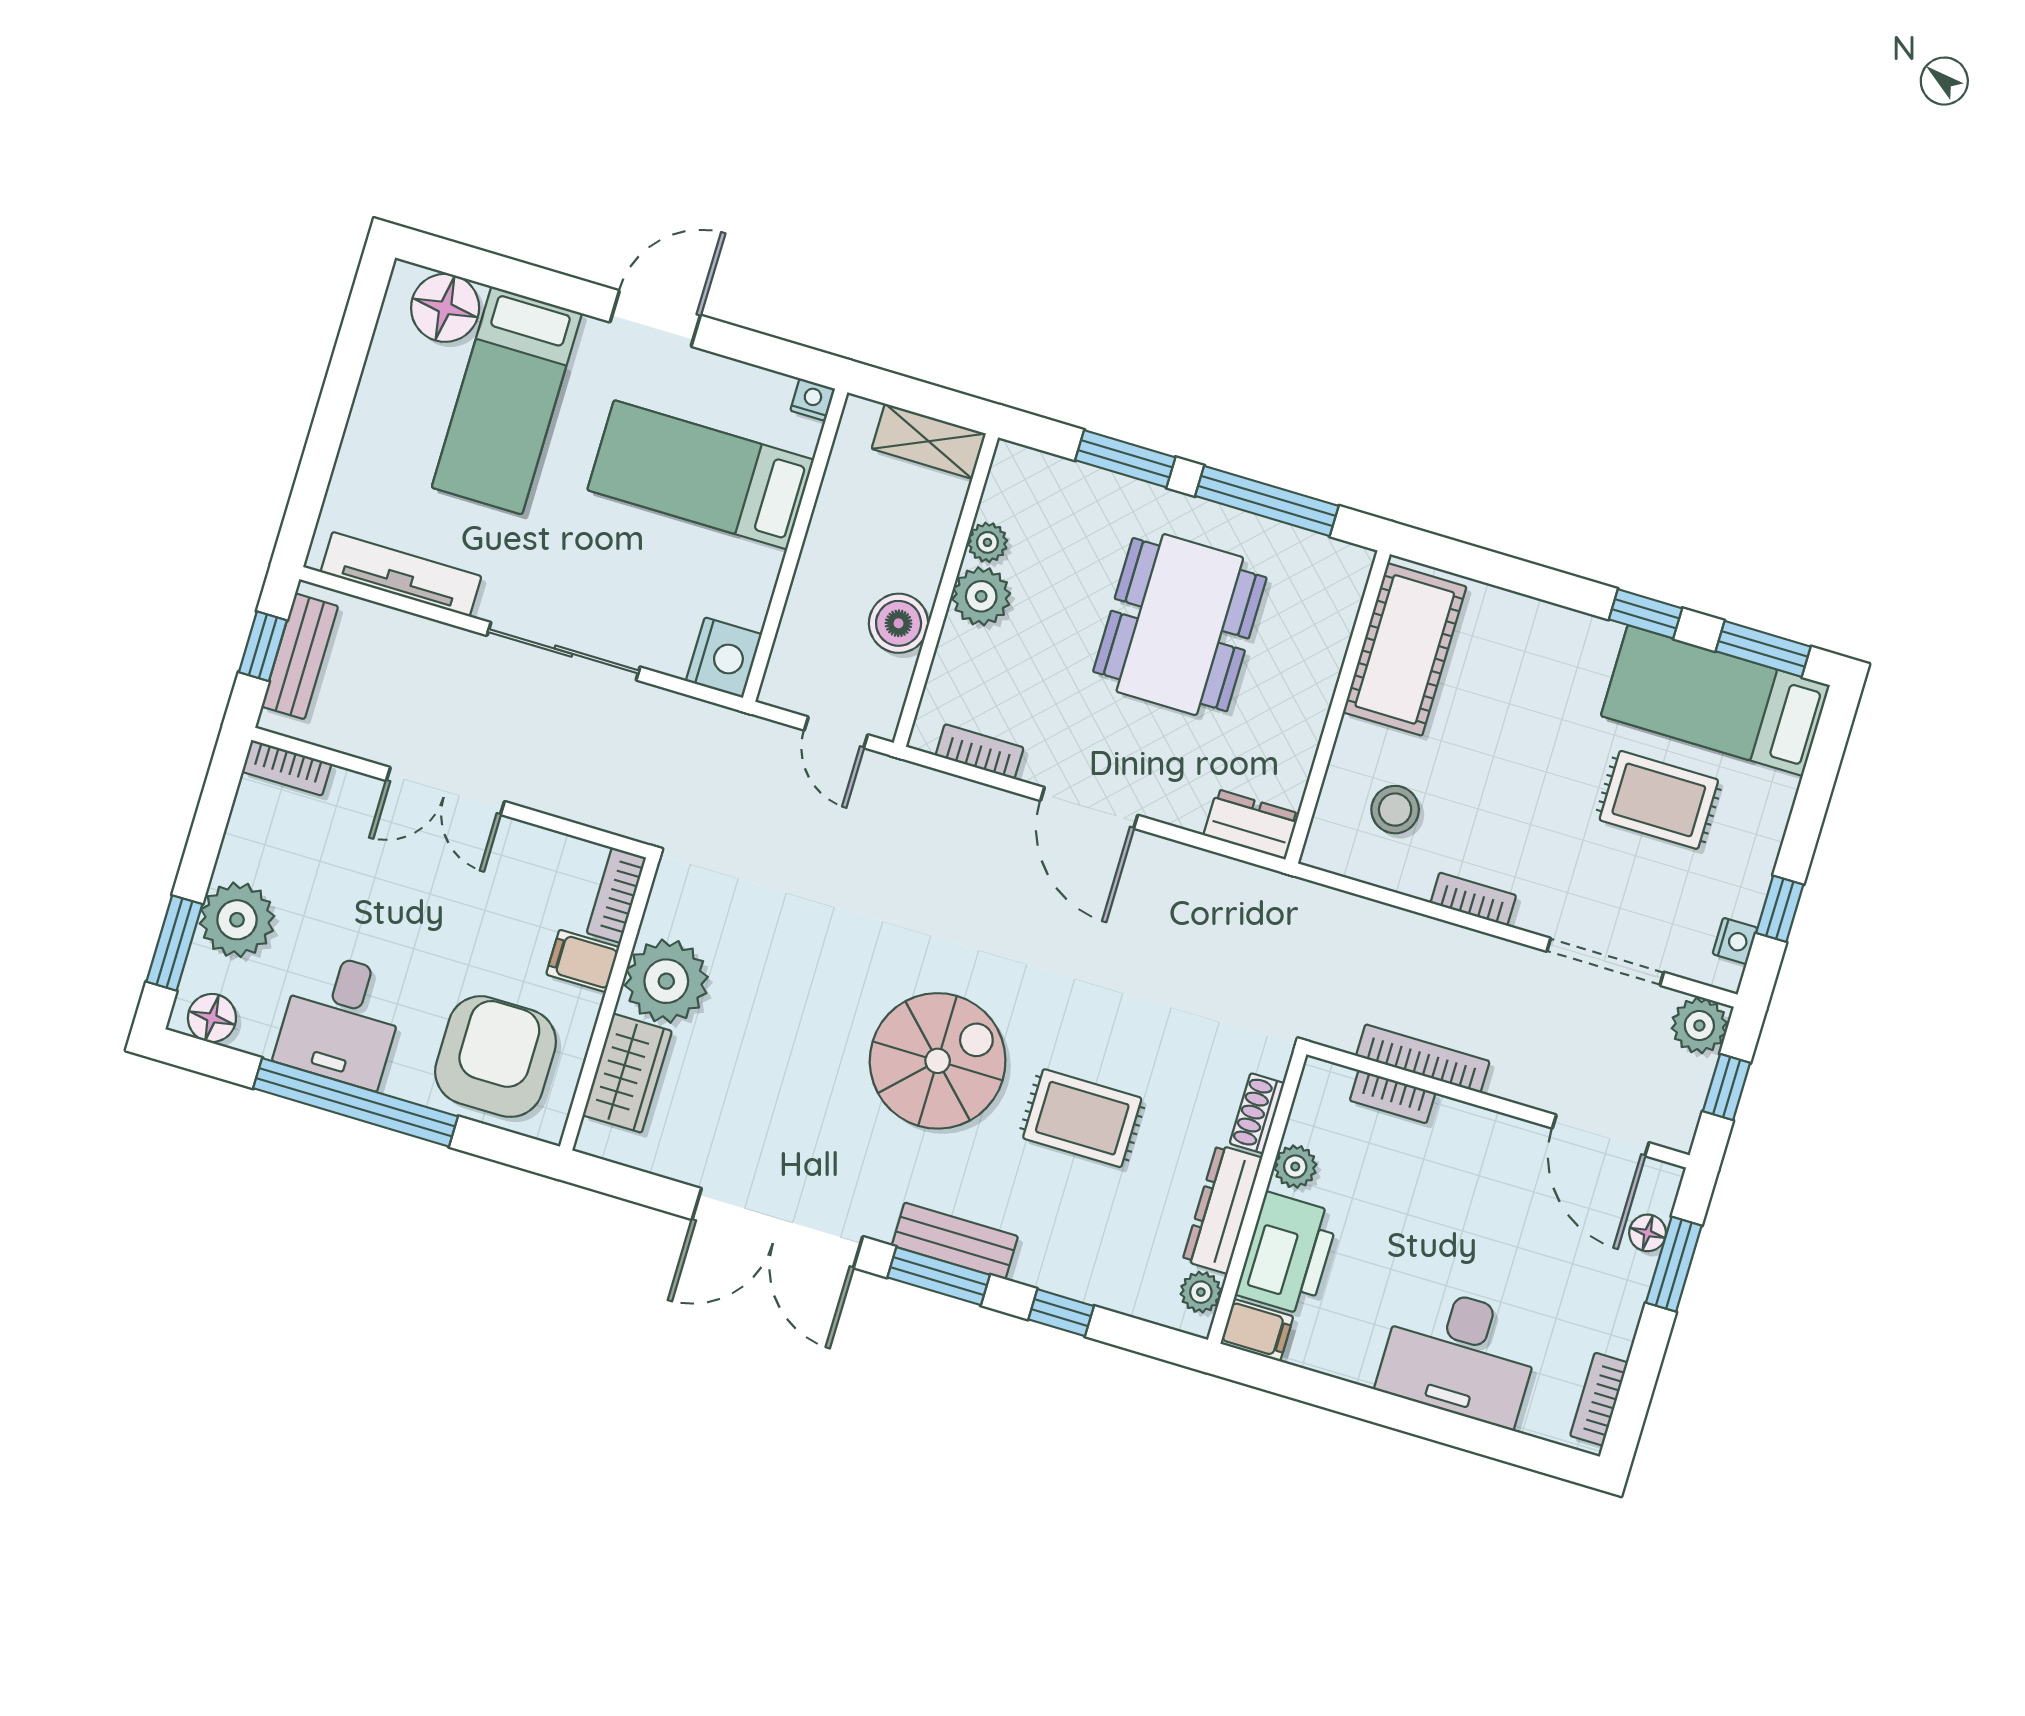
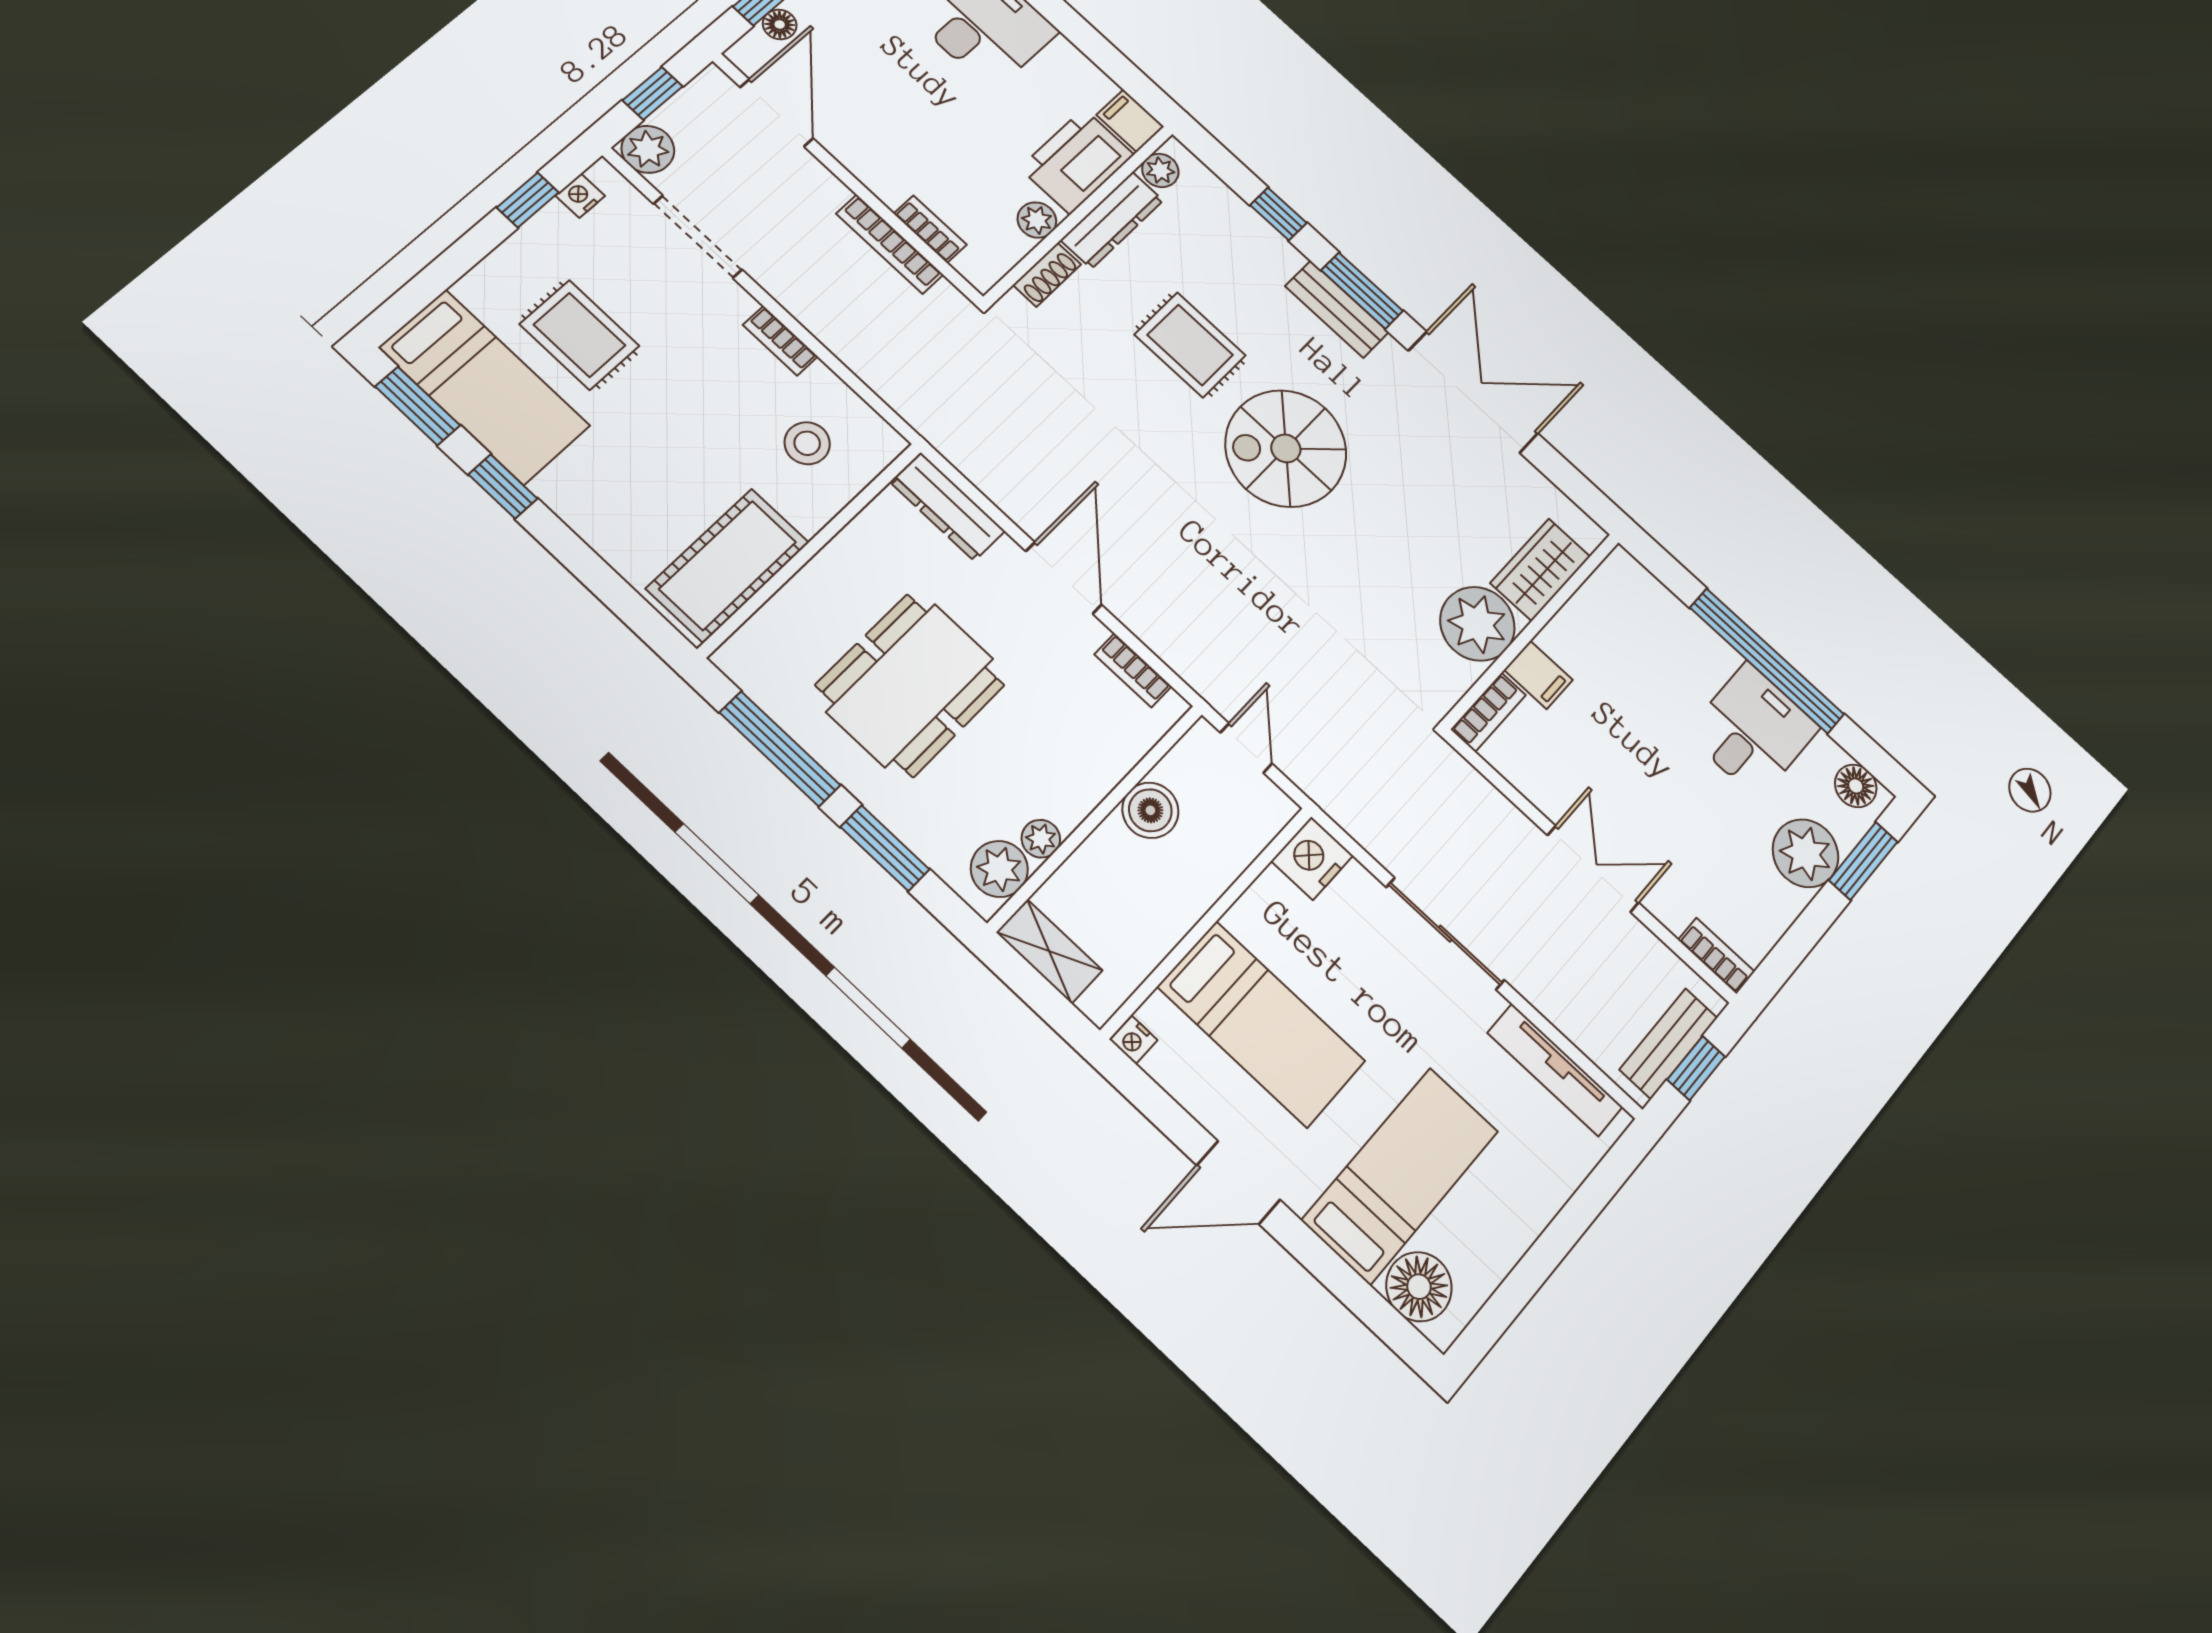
plant: (981, 596) -> (999, 869), moved
dresser: (1251, 824) -> (947, 507), width x1.44
armchair: (496, 1057) -> (1641, 638), removed

